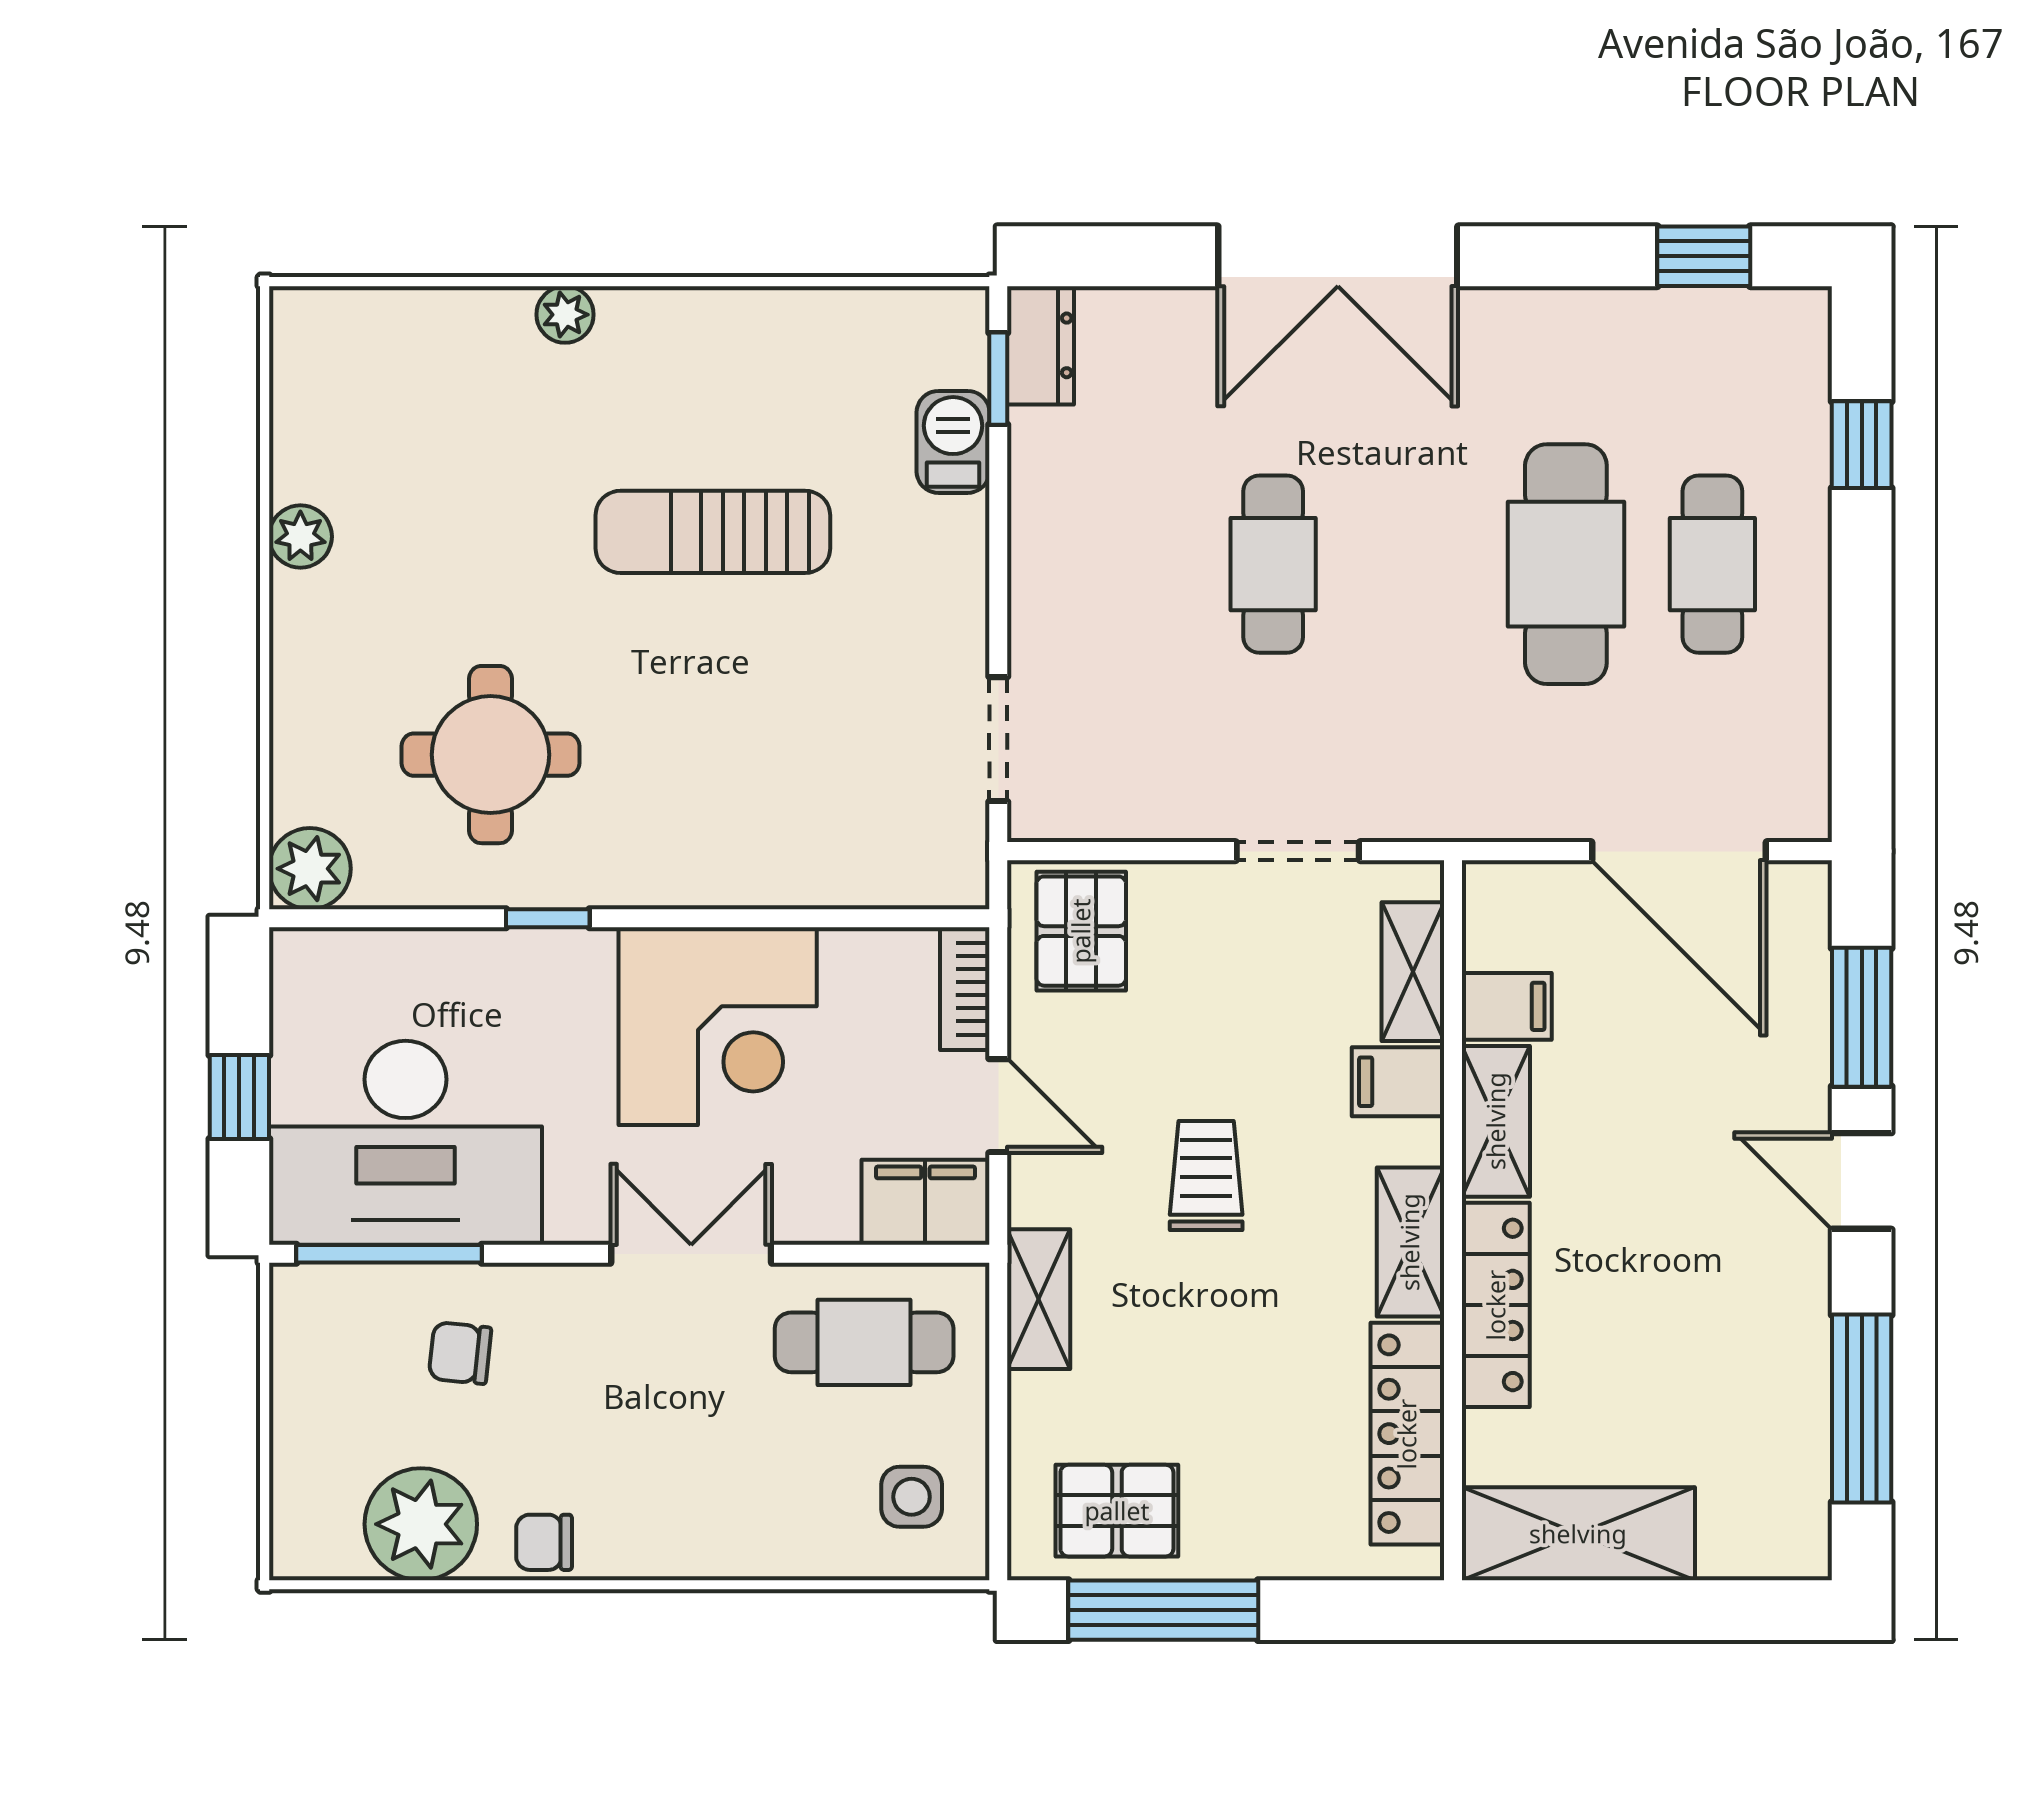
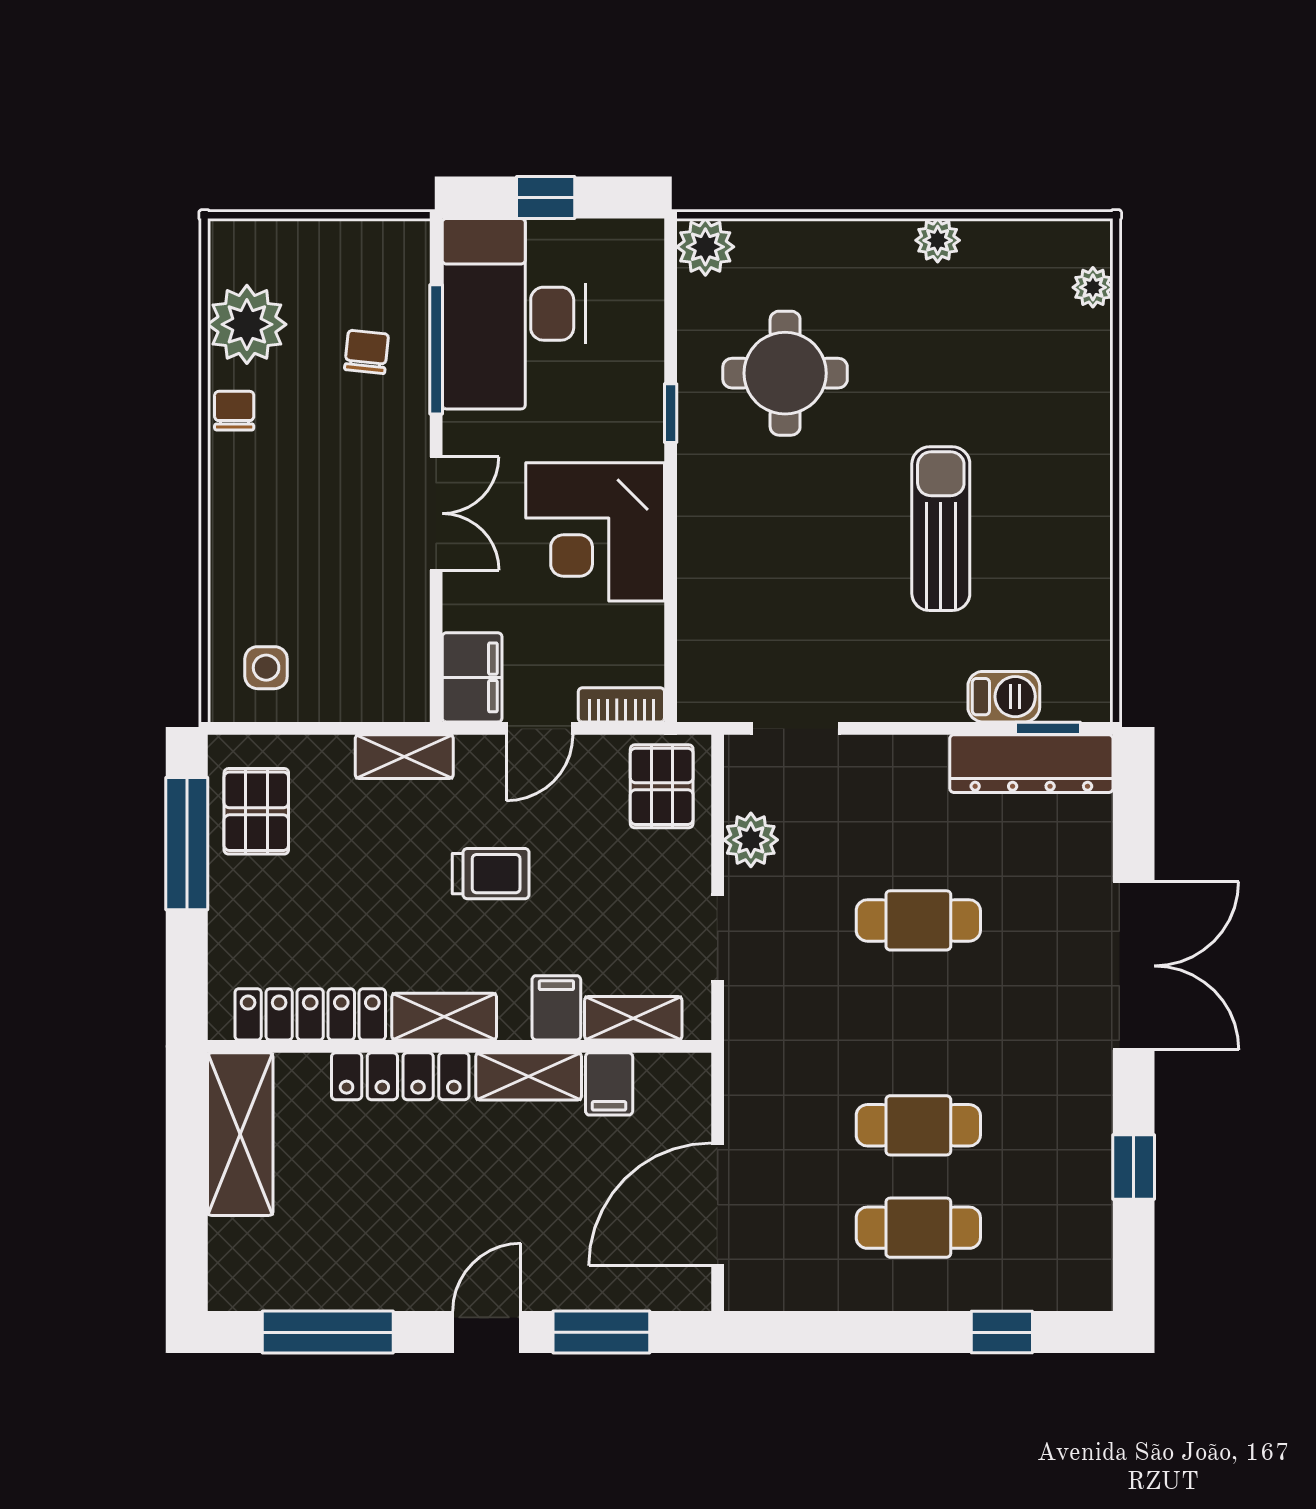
double door: (1338, 256) -> (1134, 966), swing flipped
window: (1704, 256) -> (1134, 1167), moved
plant: (565, 315) -> (1093, 287), moved
dresser: (1041, 345) -> (1031, 764), width x1.96, depth x1.24
cafe table: (1566, 564) -> (918, 1125), width x0.73, depth x0.74
plant: (1158, 804) -> (751, 840), added
pallet: (1081, 931) -> (662, 786), turned 90
window: (389, 1254) -> (436, 349), moved
cafe table: (864, 1342) -> (374, 634), removed

